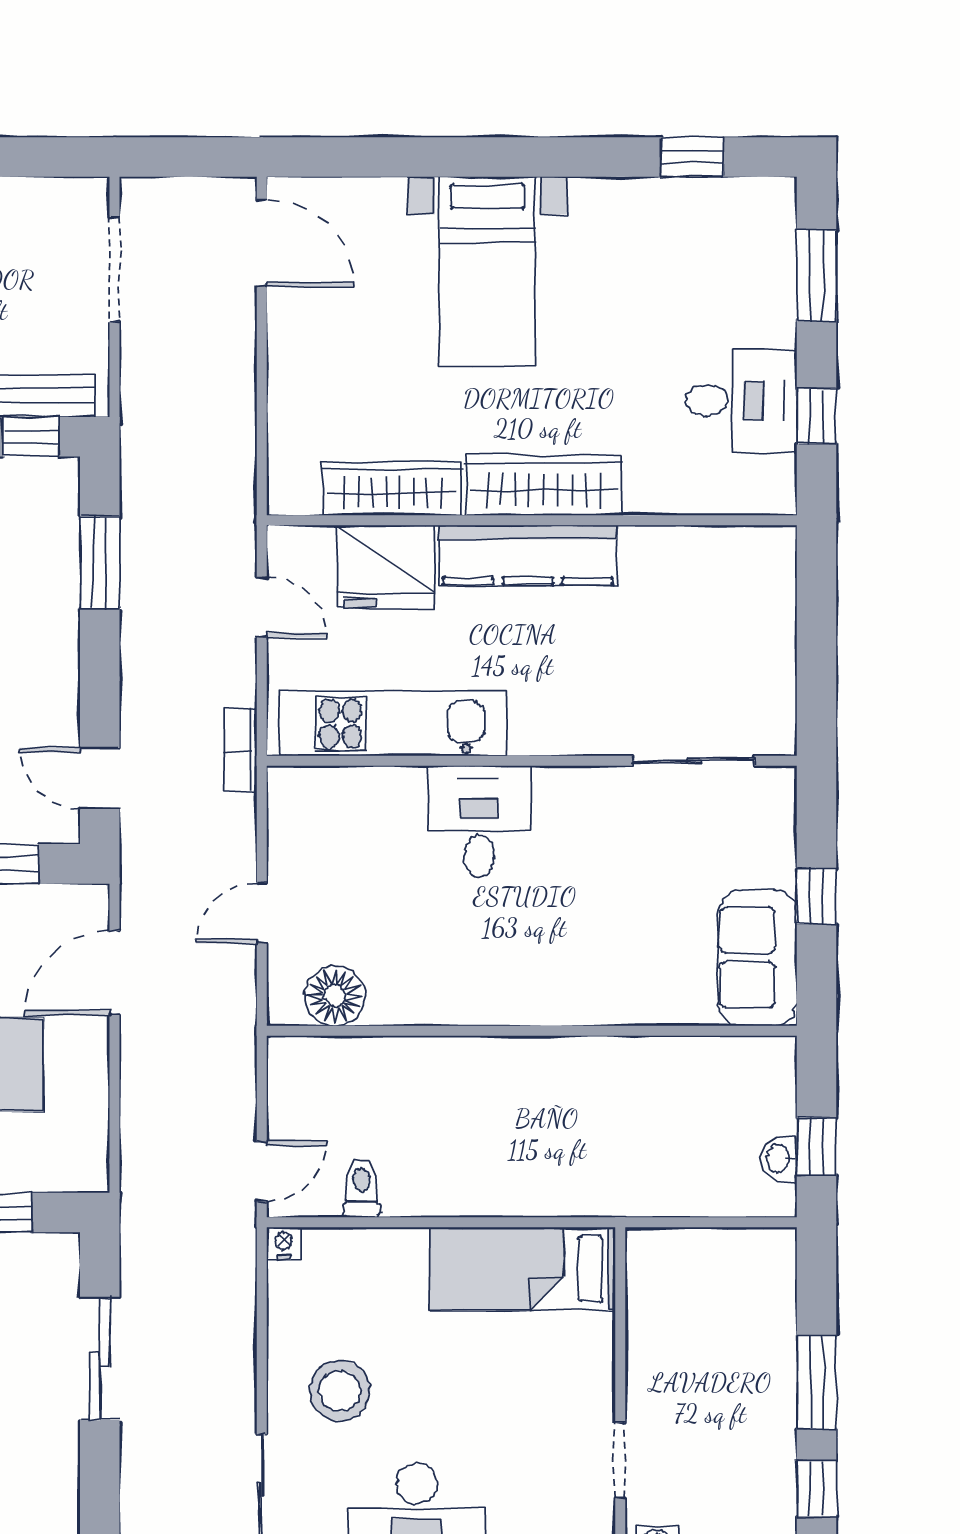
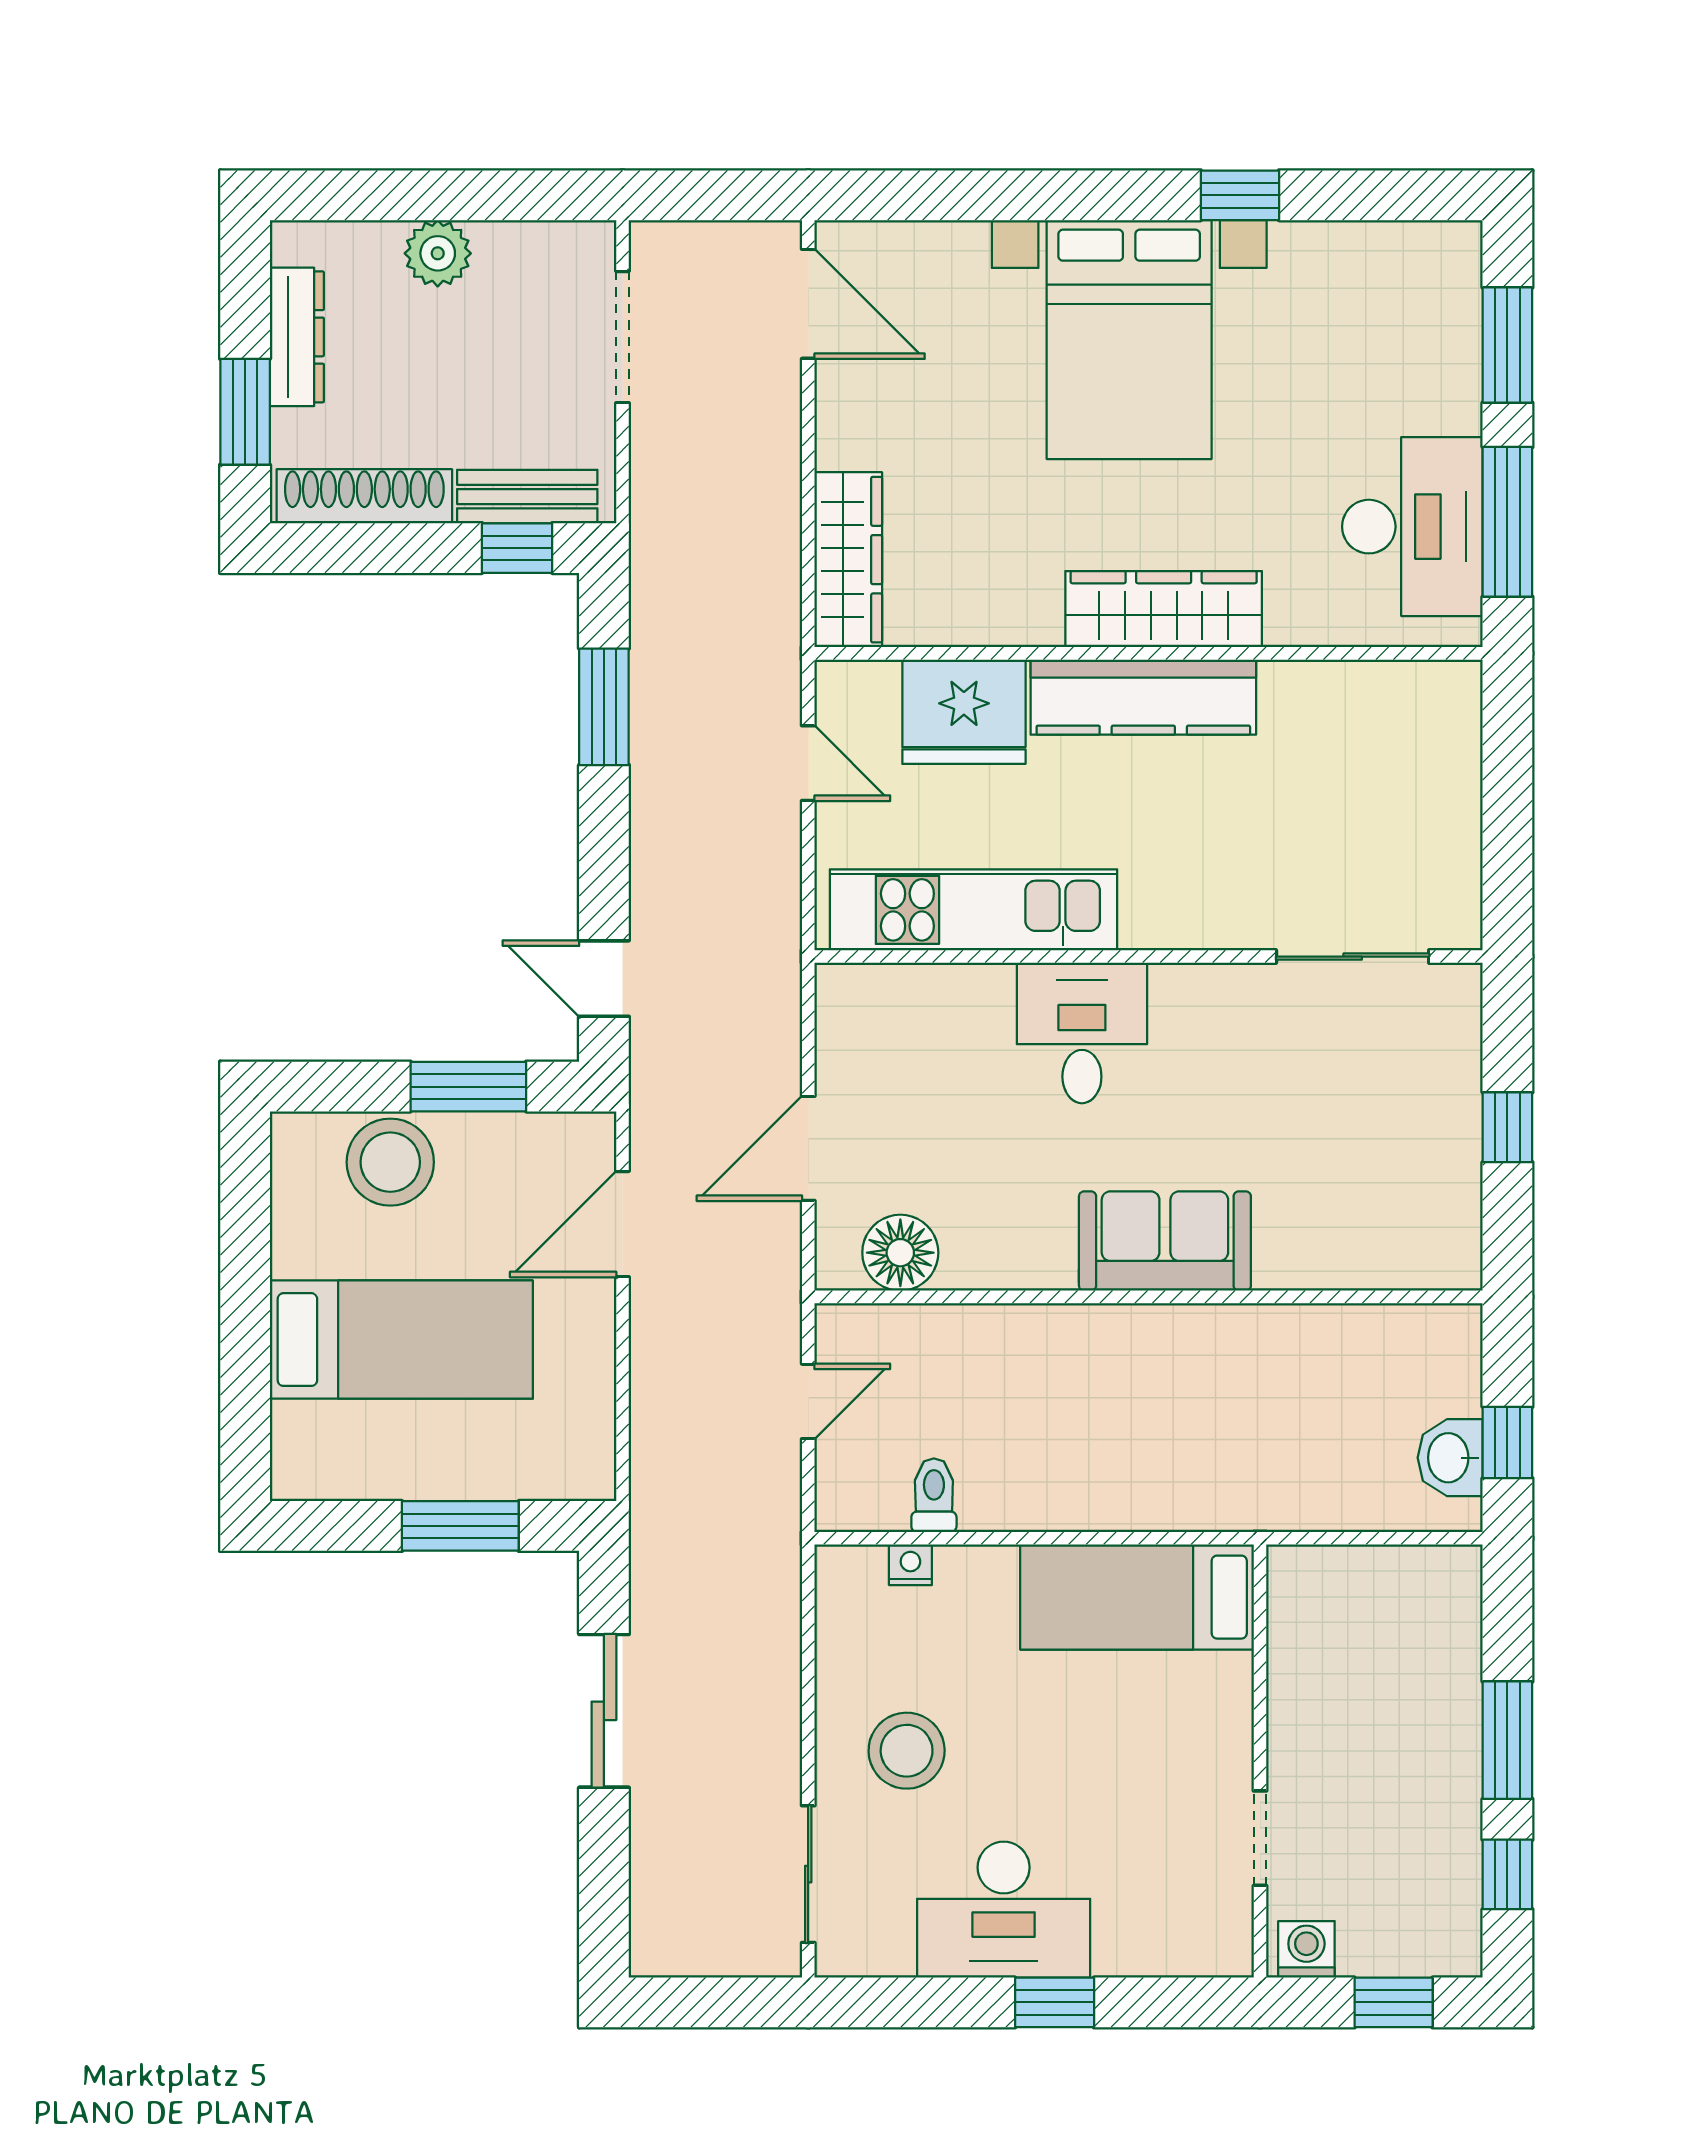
window: (692, 157) -> (1240, 195), moved
bed with nightstands: (488, 271) -> (1129, 340), width x1.36
desk: (741, 400) -> (1412, 527), width x1.37
window: (817, 416) -> (1507, 522), width x2.17
wardrobe: (392, 488) -> (848, 560), moved, turned 90
bookcase: (240, 750) -> (781, 943), removed
door: (262, 913) -> (808, 1148), width x1.38
sofa: (758, 958) -> (1165, 1241), moved, turned 90
washbasin: (779, 1158) -> (1450, 1458), width x1.38, depth x1.45
door: (262, 1172) -> (808, 1401), moved
nightstand: (284, 1243) -> (910, 1565), moved

